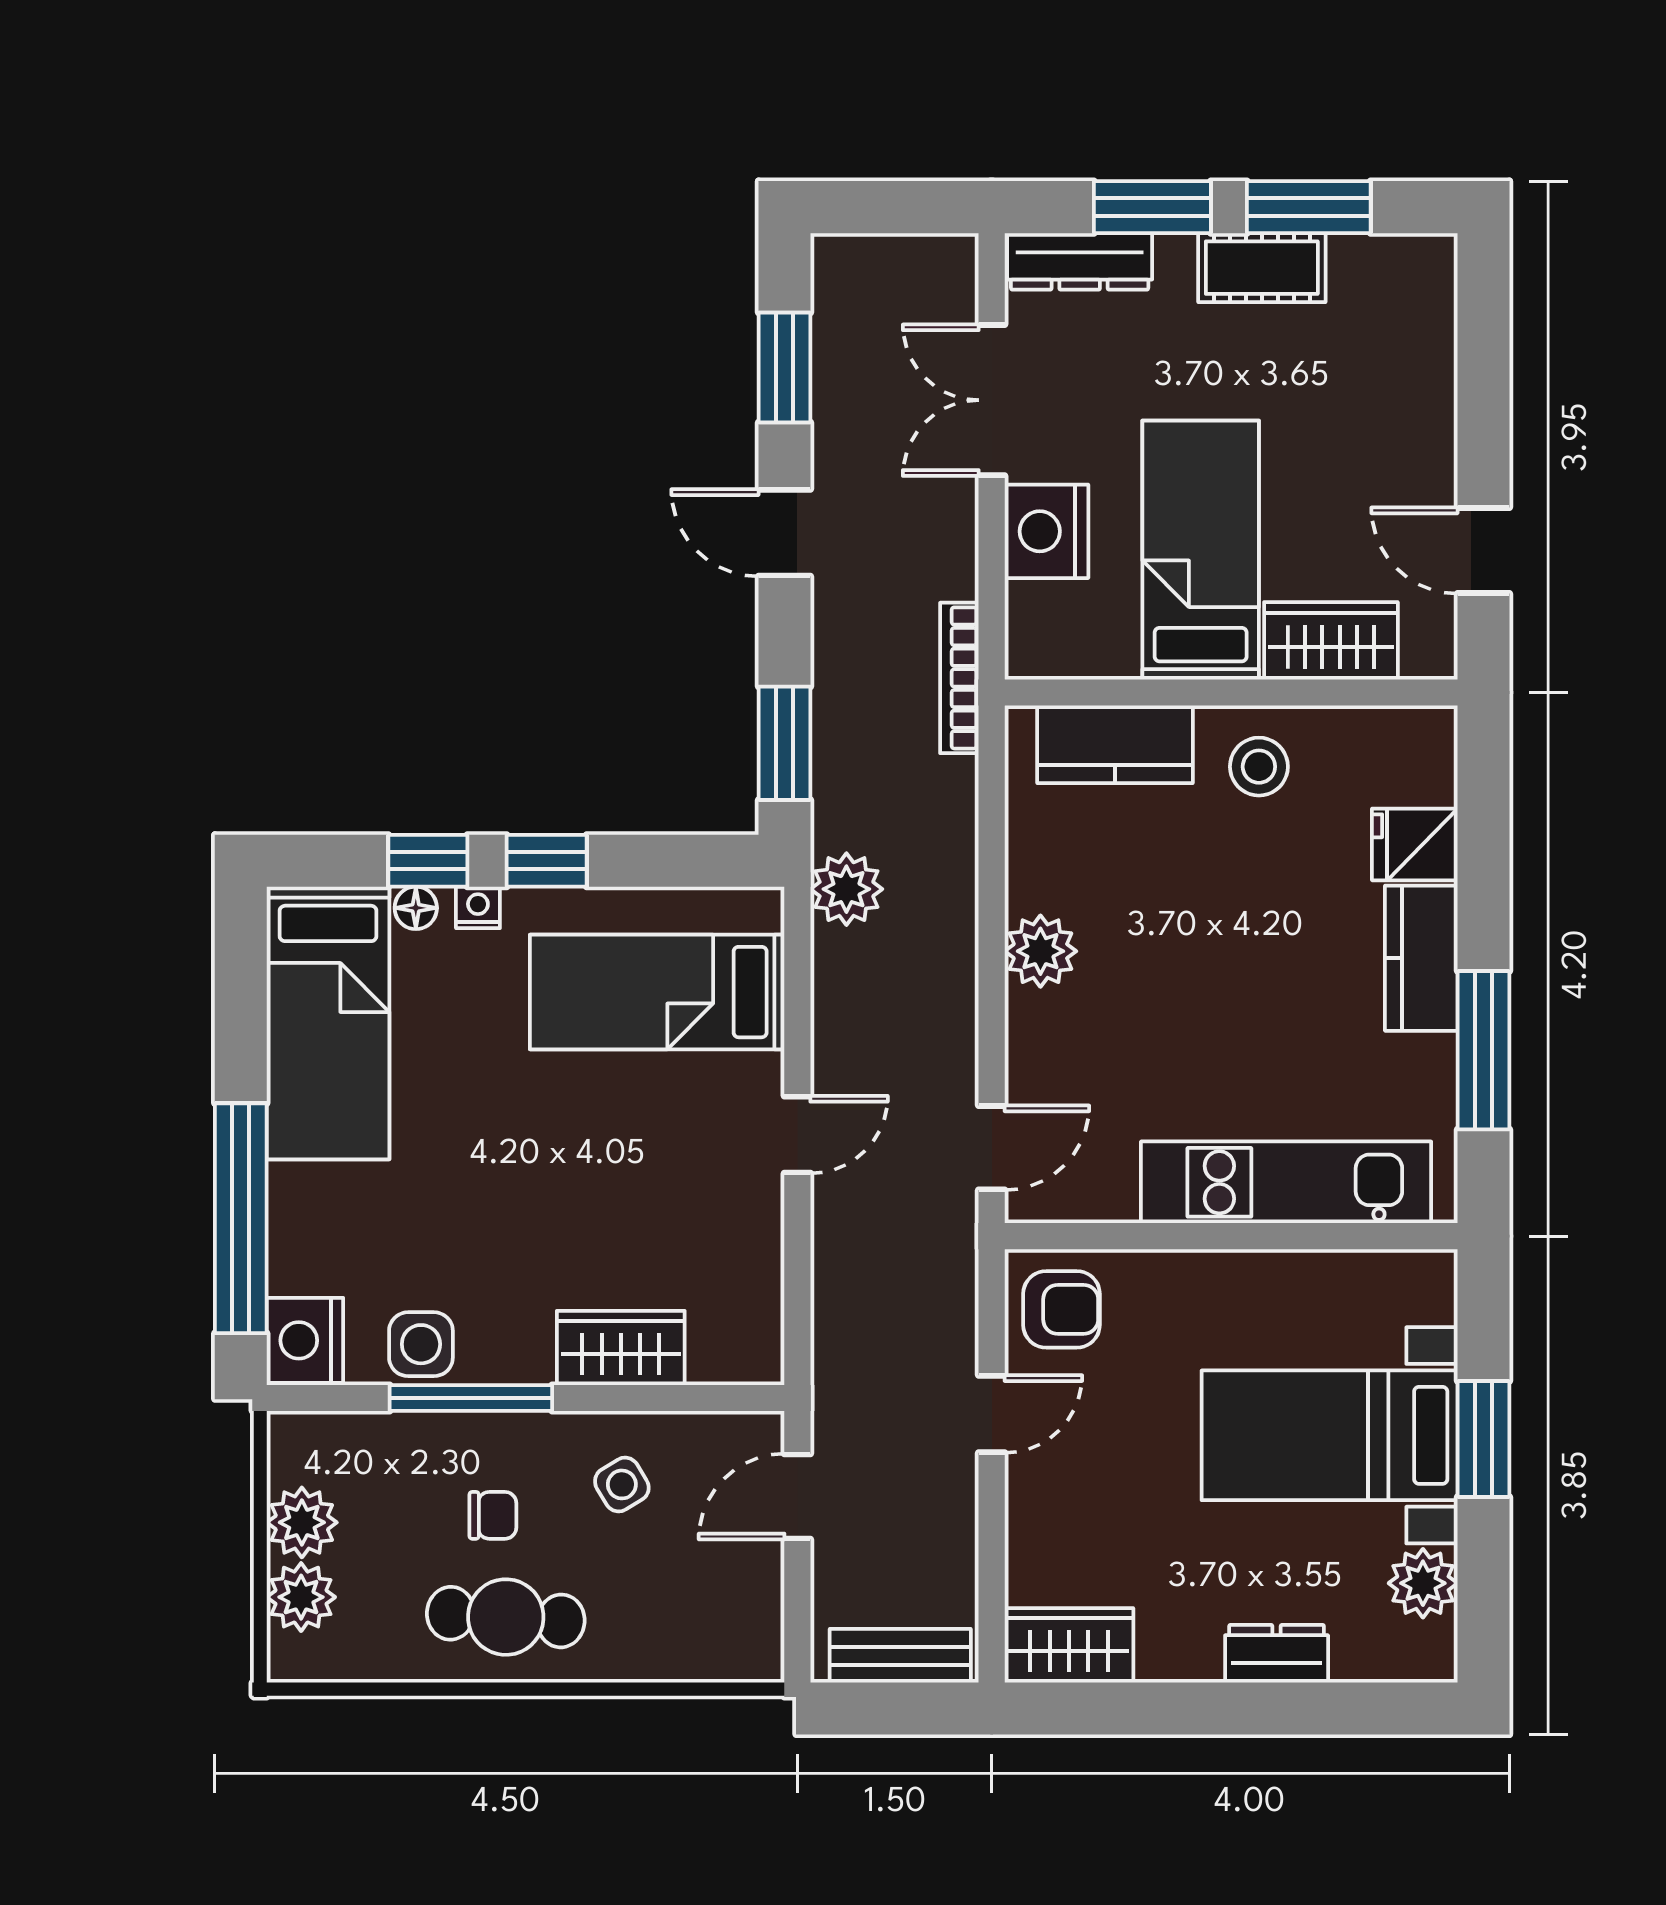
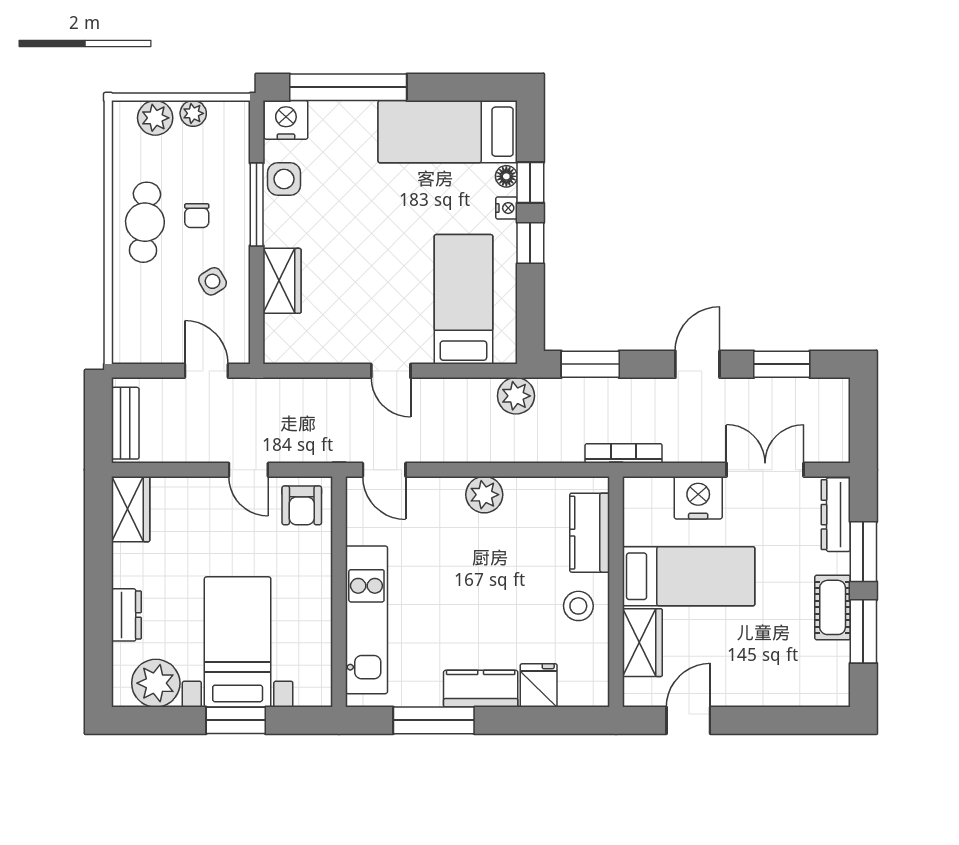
plant: (302, 1522) -> (193, 113), width x0.73, depth x0.73
plant: (1423, 1583) -> (156, 683), width x1.36, depth x1.36

